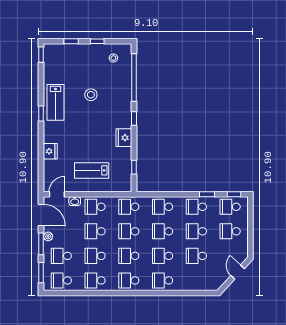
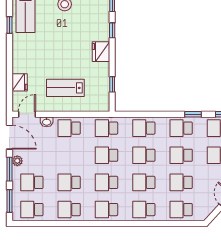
fridge: (50, 151) -> (20, 82), moved
school desk: (95, 231) -> (181, 210), moved

